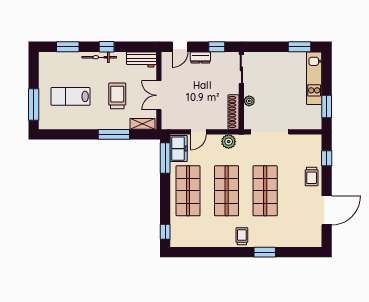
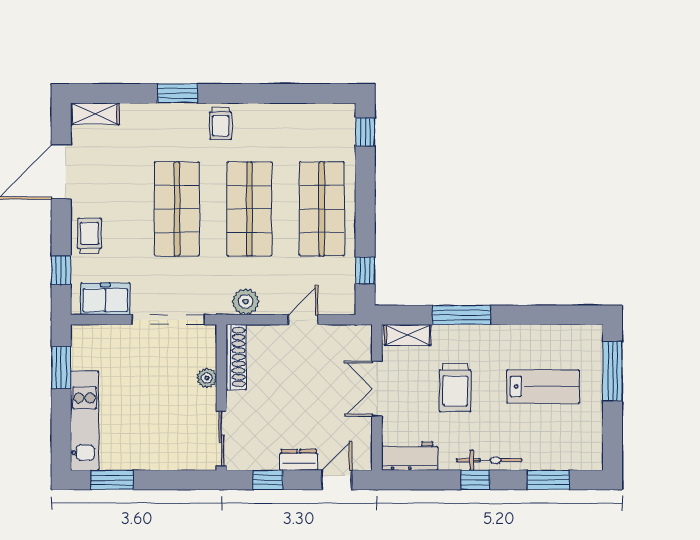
double door: (159, 95) -> (377, 389), swing flipped
freezer: (179, 149) -> (105, 299), moved, turned 90
window: (165, 158) -> (365, 271), width x0.46
shelving: (309, 241) -> (95, 114), added

